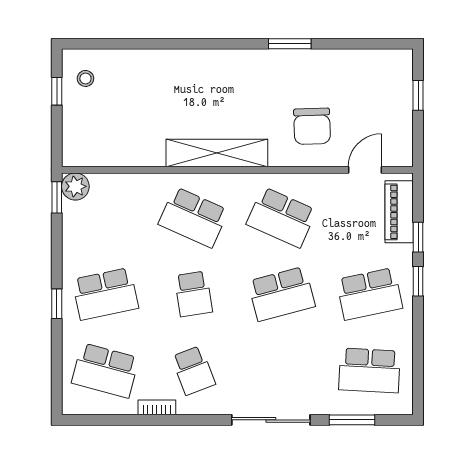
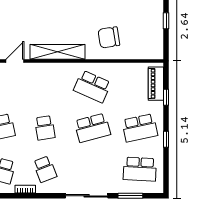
chair: (312, 126) -> (109, 37), turned 83
door: (365, 170) -> (15, 61), moved
school desk: (193, 217) -> (45, 87), removed
window: (418, 281) -> (166, 139), moved

